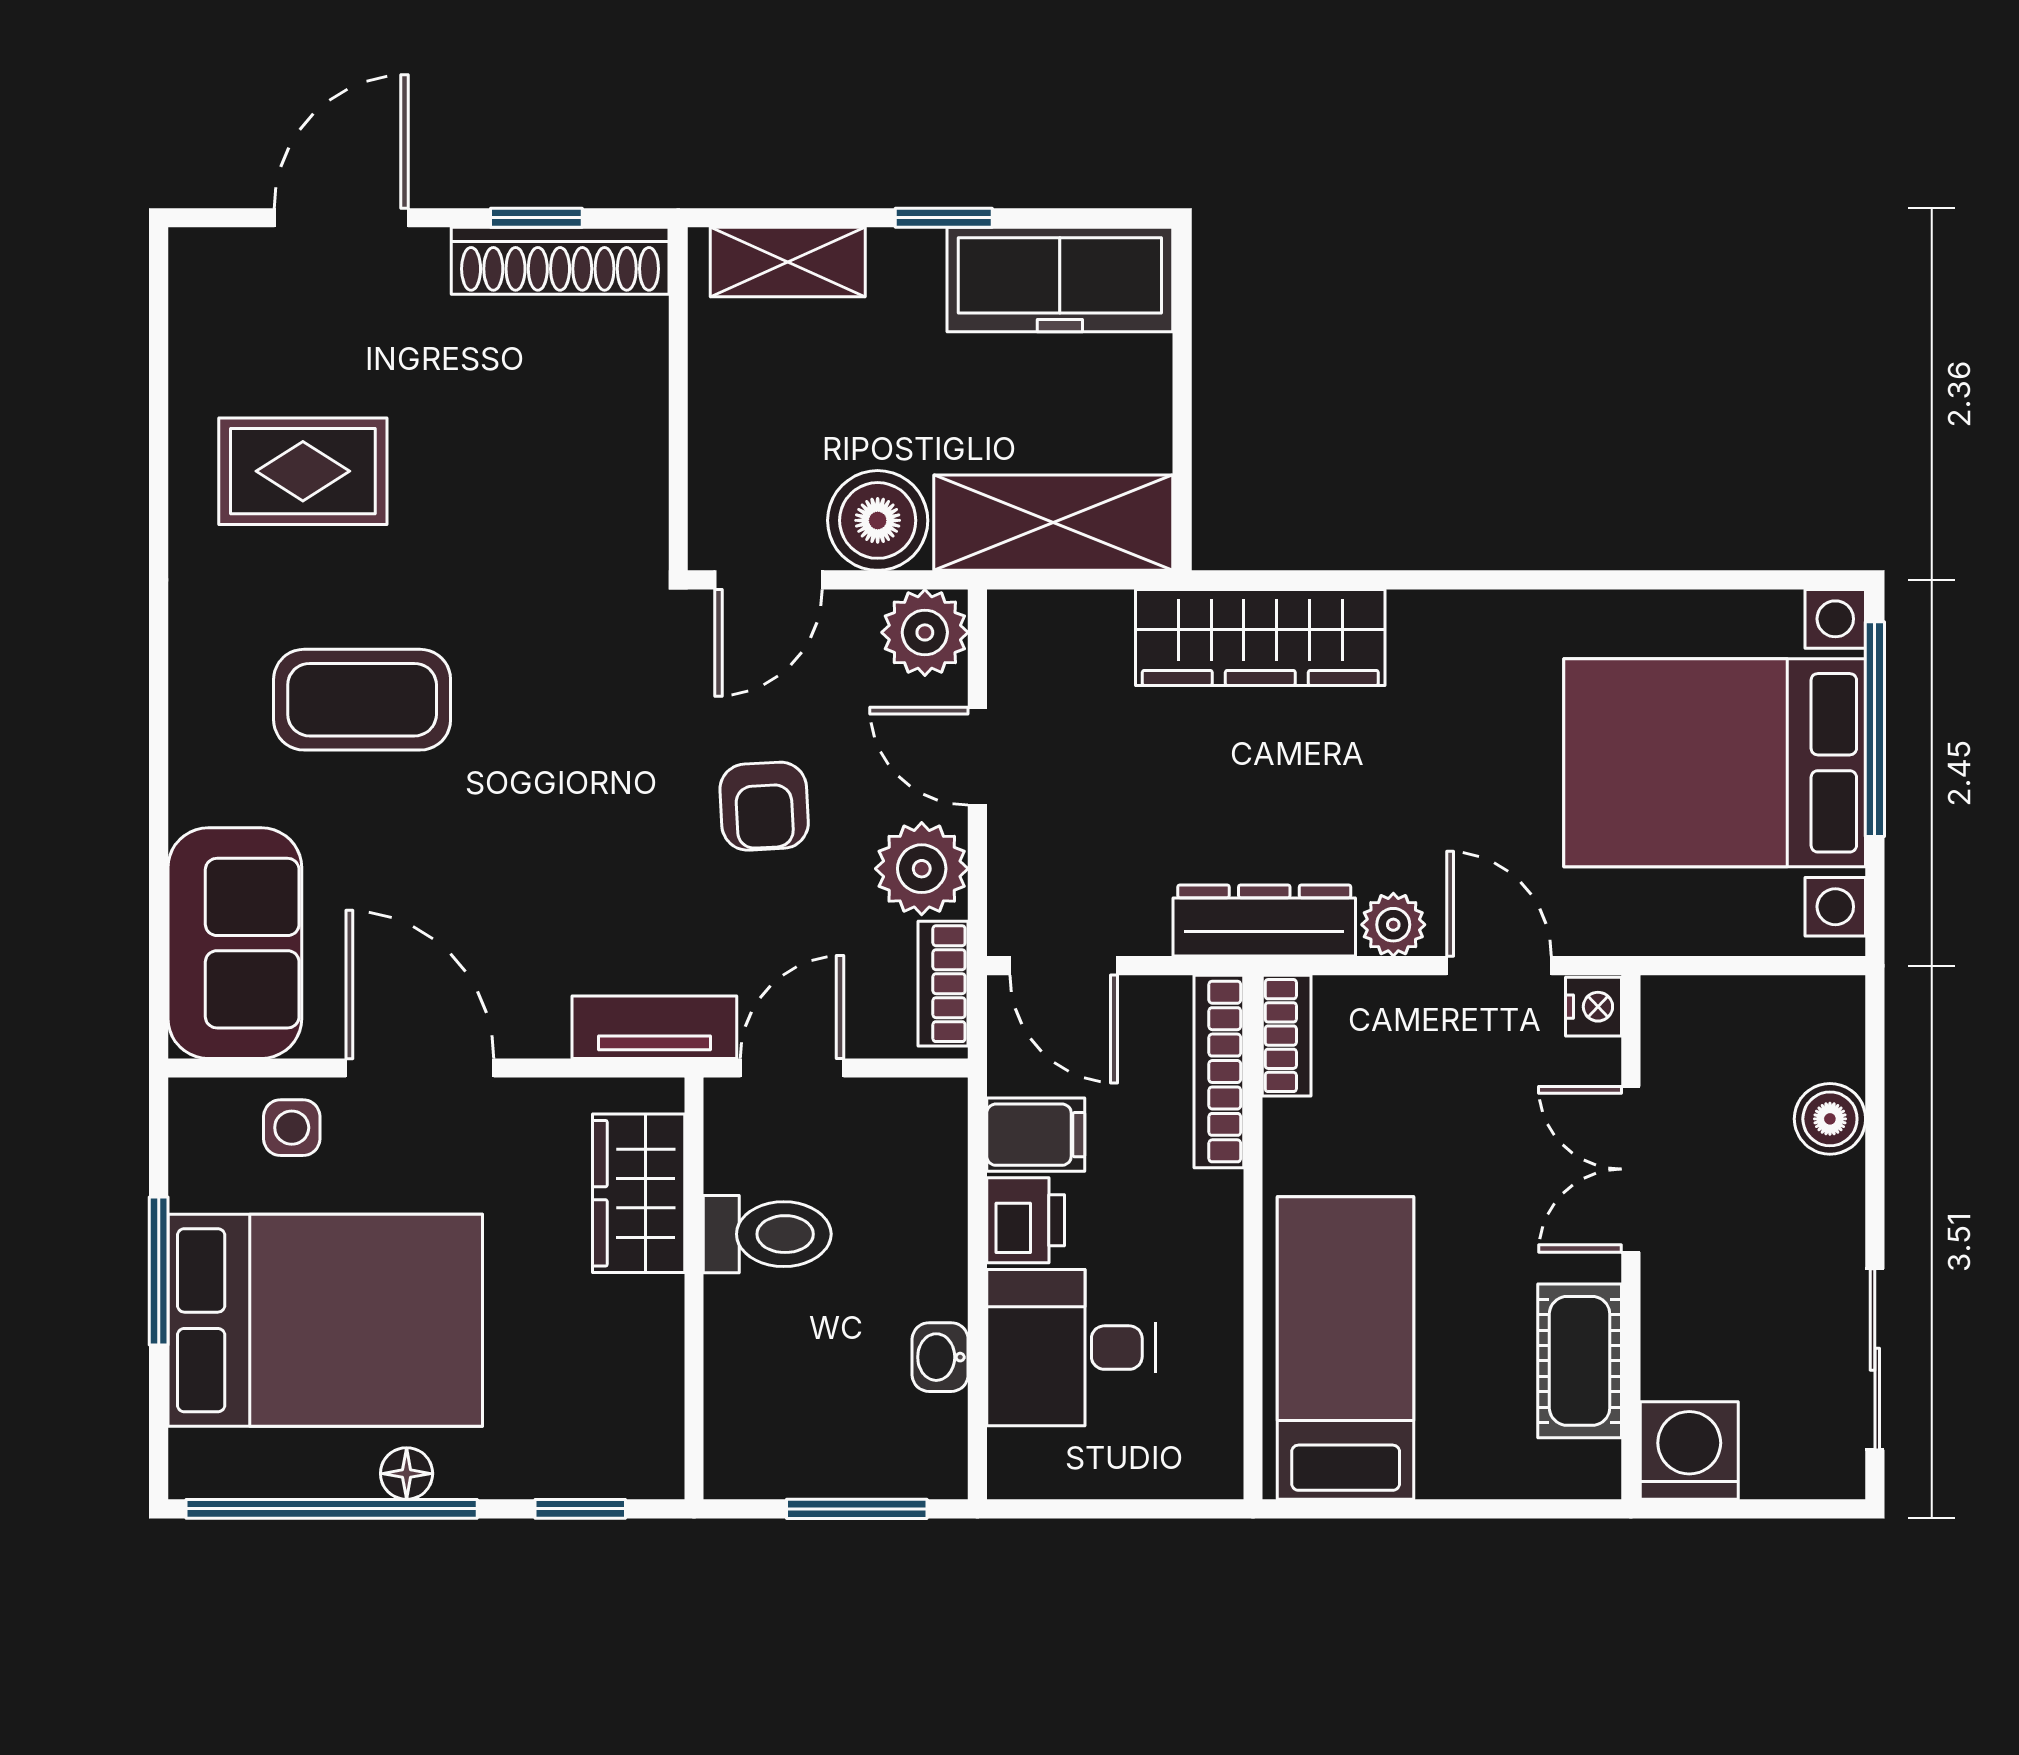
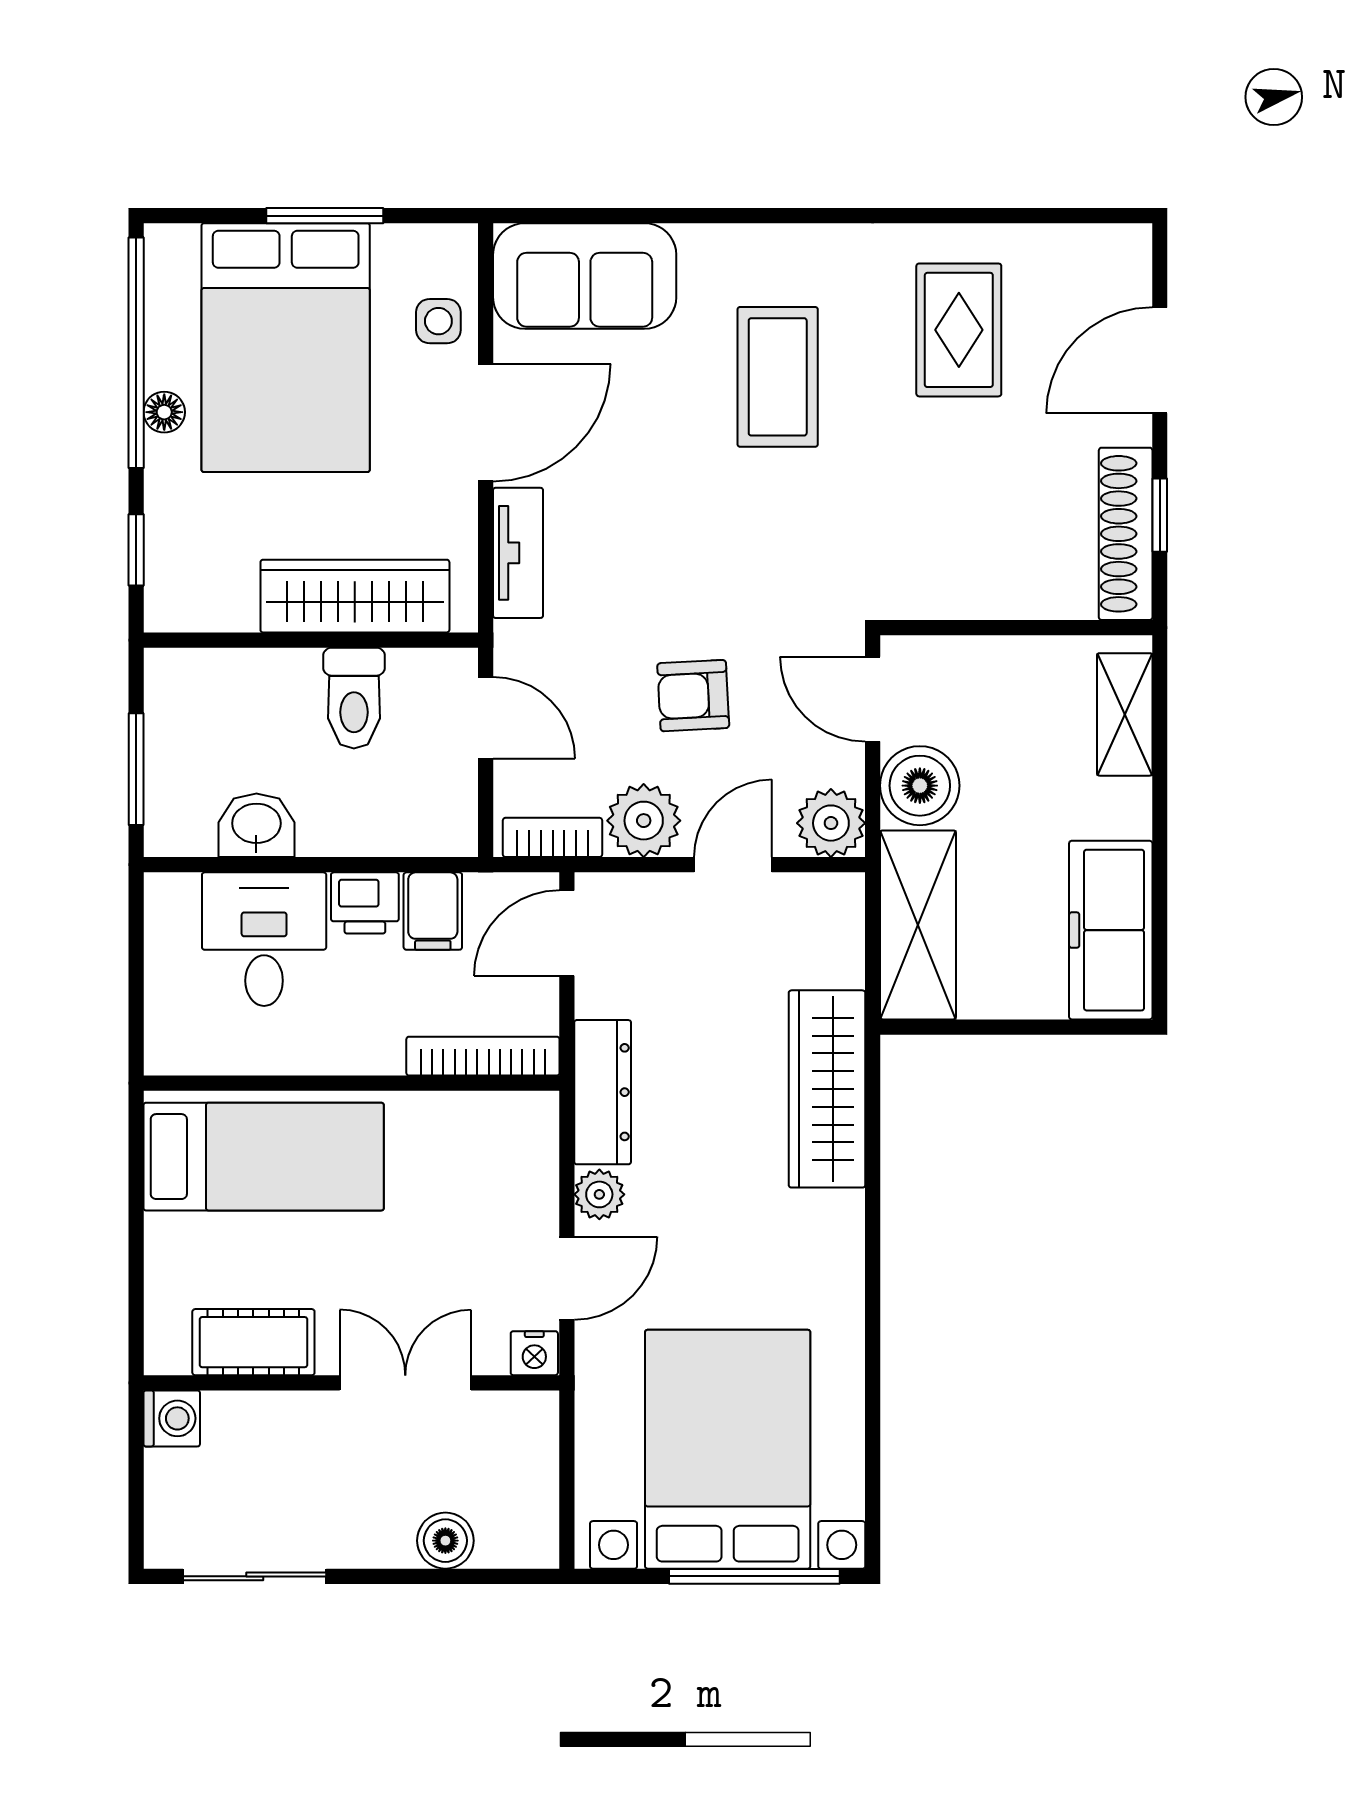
door: (341, 218) -> (1160, 360), swing flipped
window: (944, 218) -> (1160, 838), removed
tv unit: (654, 1027) -> (518, 553), moved
bookcase: (1287, 1036) -> (511, 1110), removed
wardrobe: (639, 1193) -> (355, 596), width x1.50
washbasin: (940, 1357) -> (256, 825), width x1.38, depth x1.45
washing machine: (1689, 1451) -> (172, 1418), width x0.73, depth x0.73

